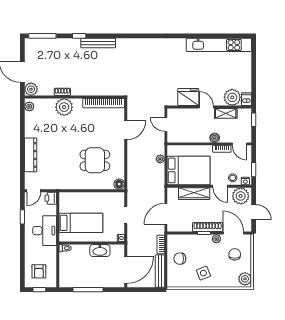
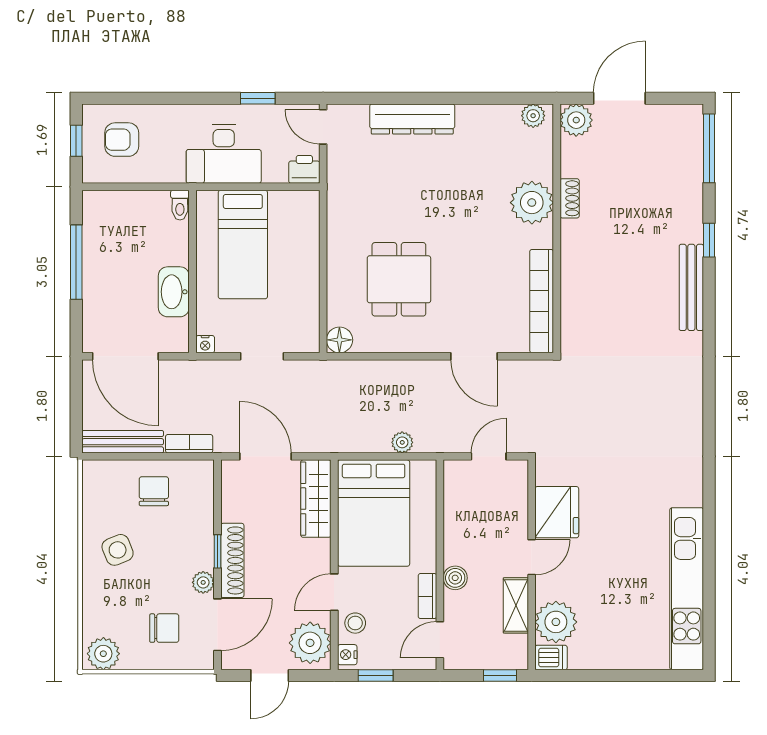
wardrobe: (194, 194) -> (316, 499), moved

